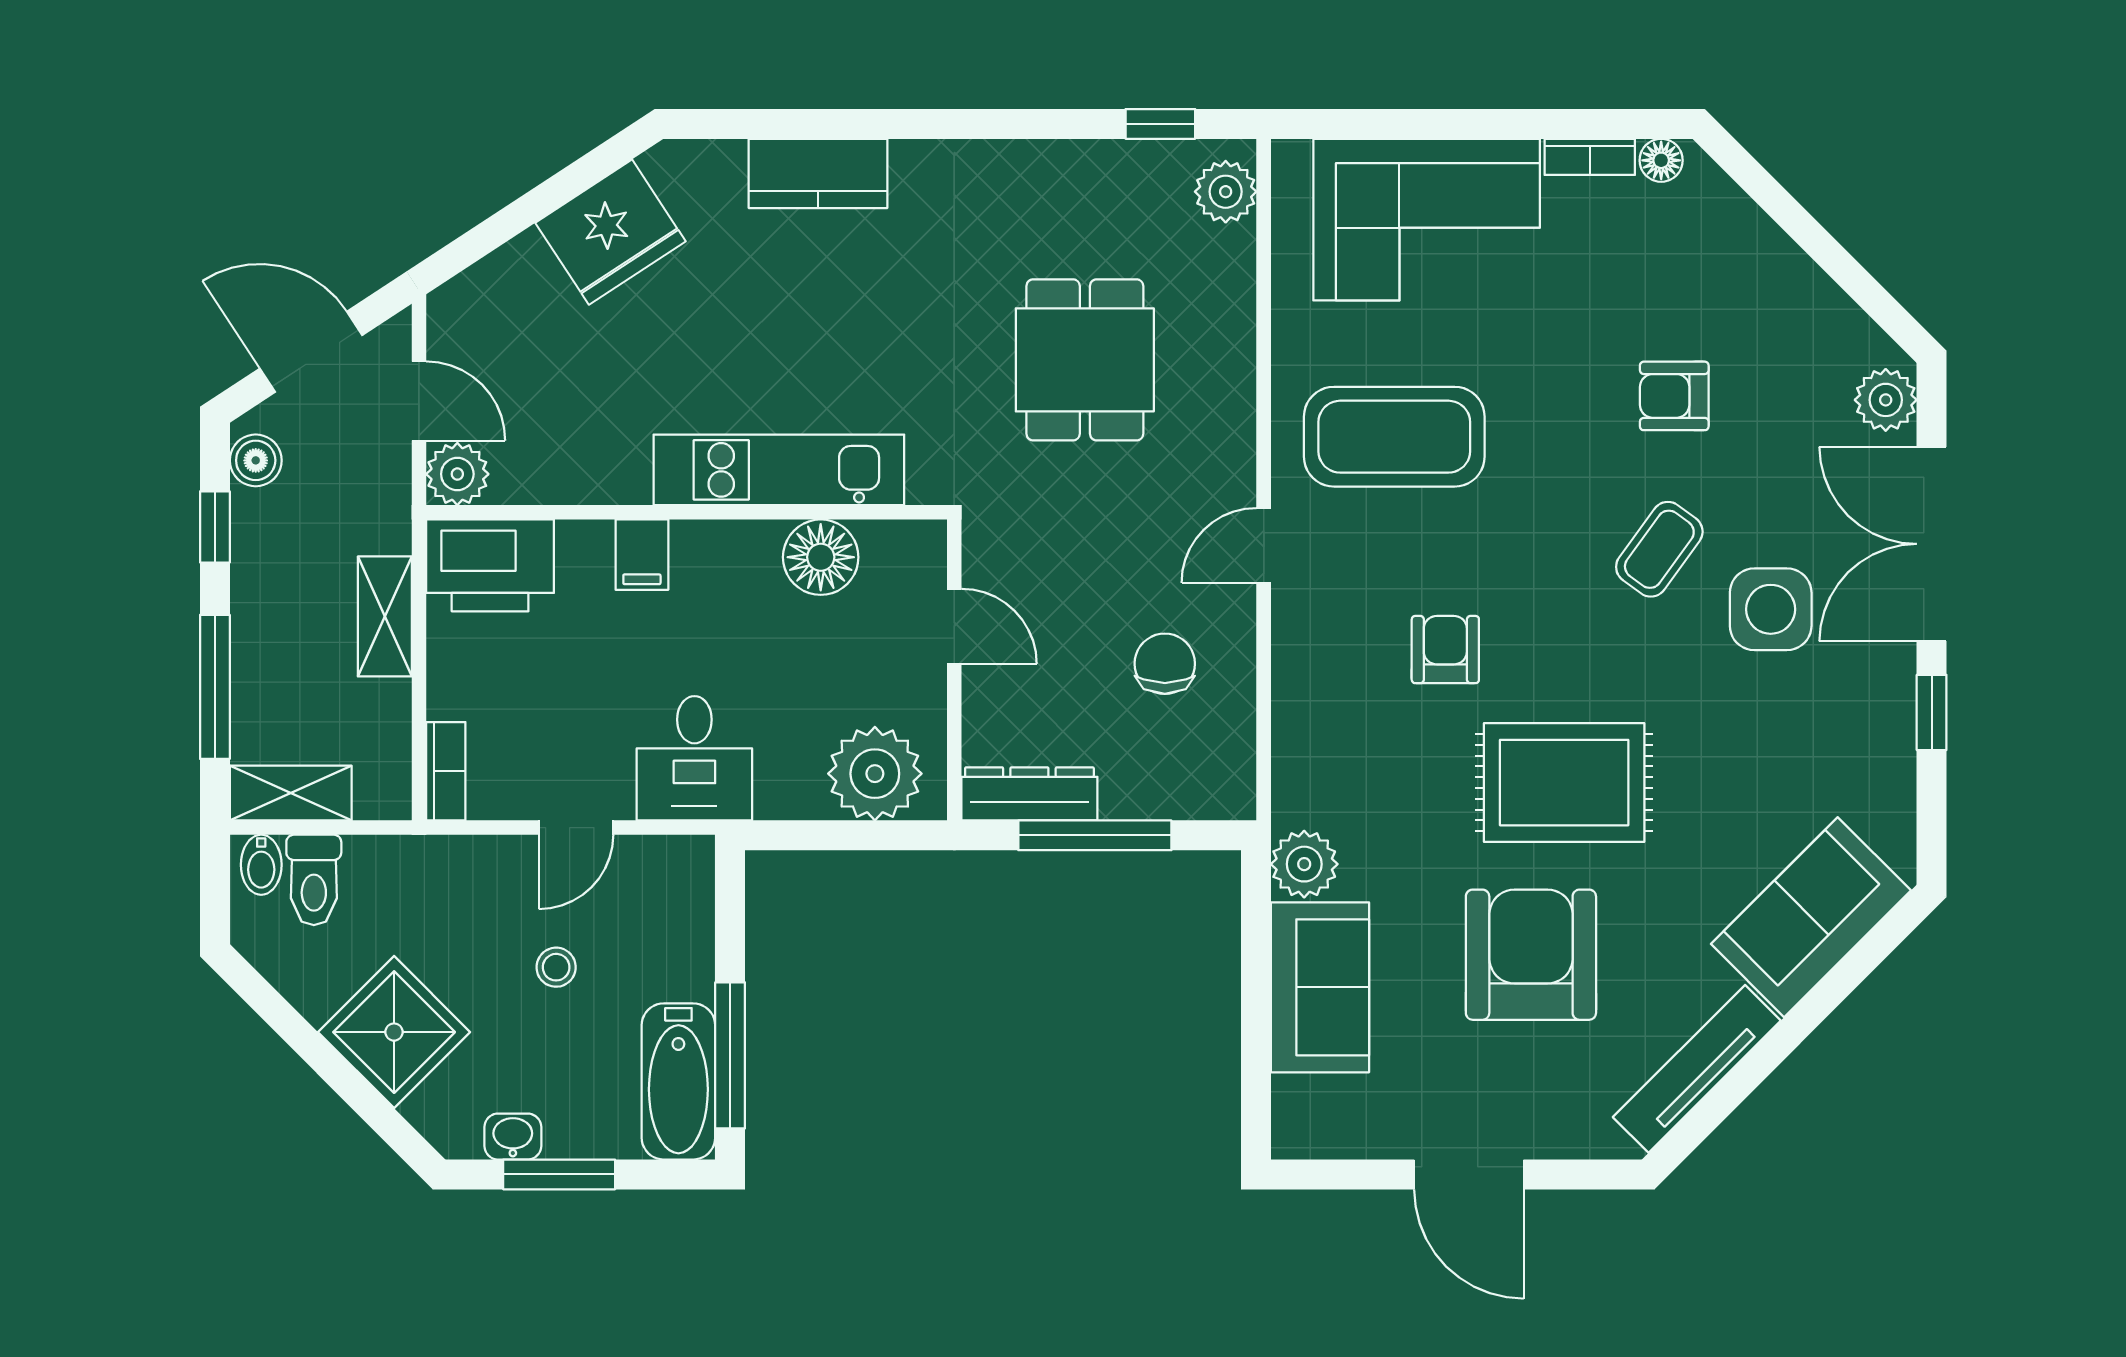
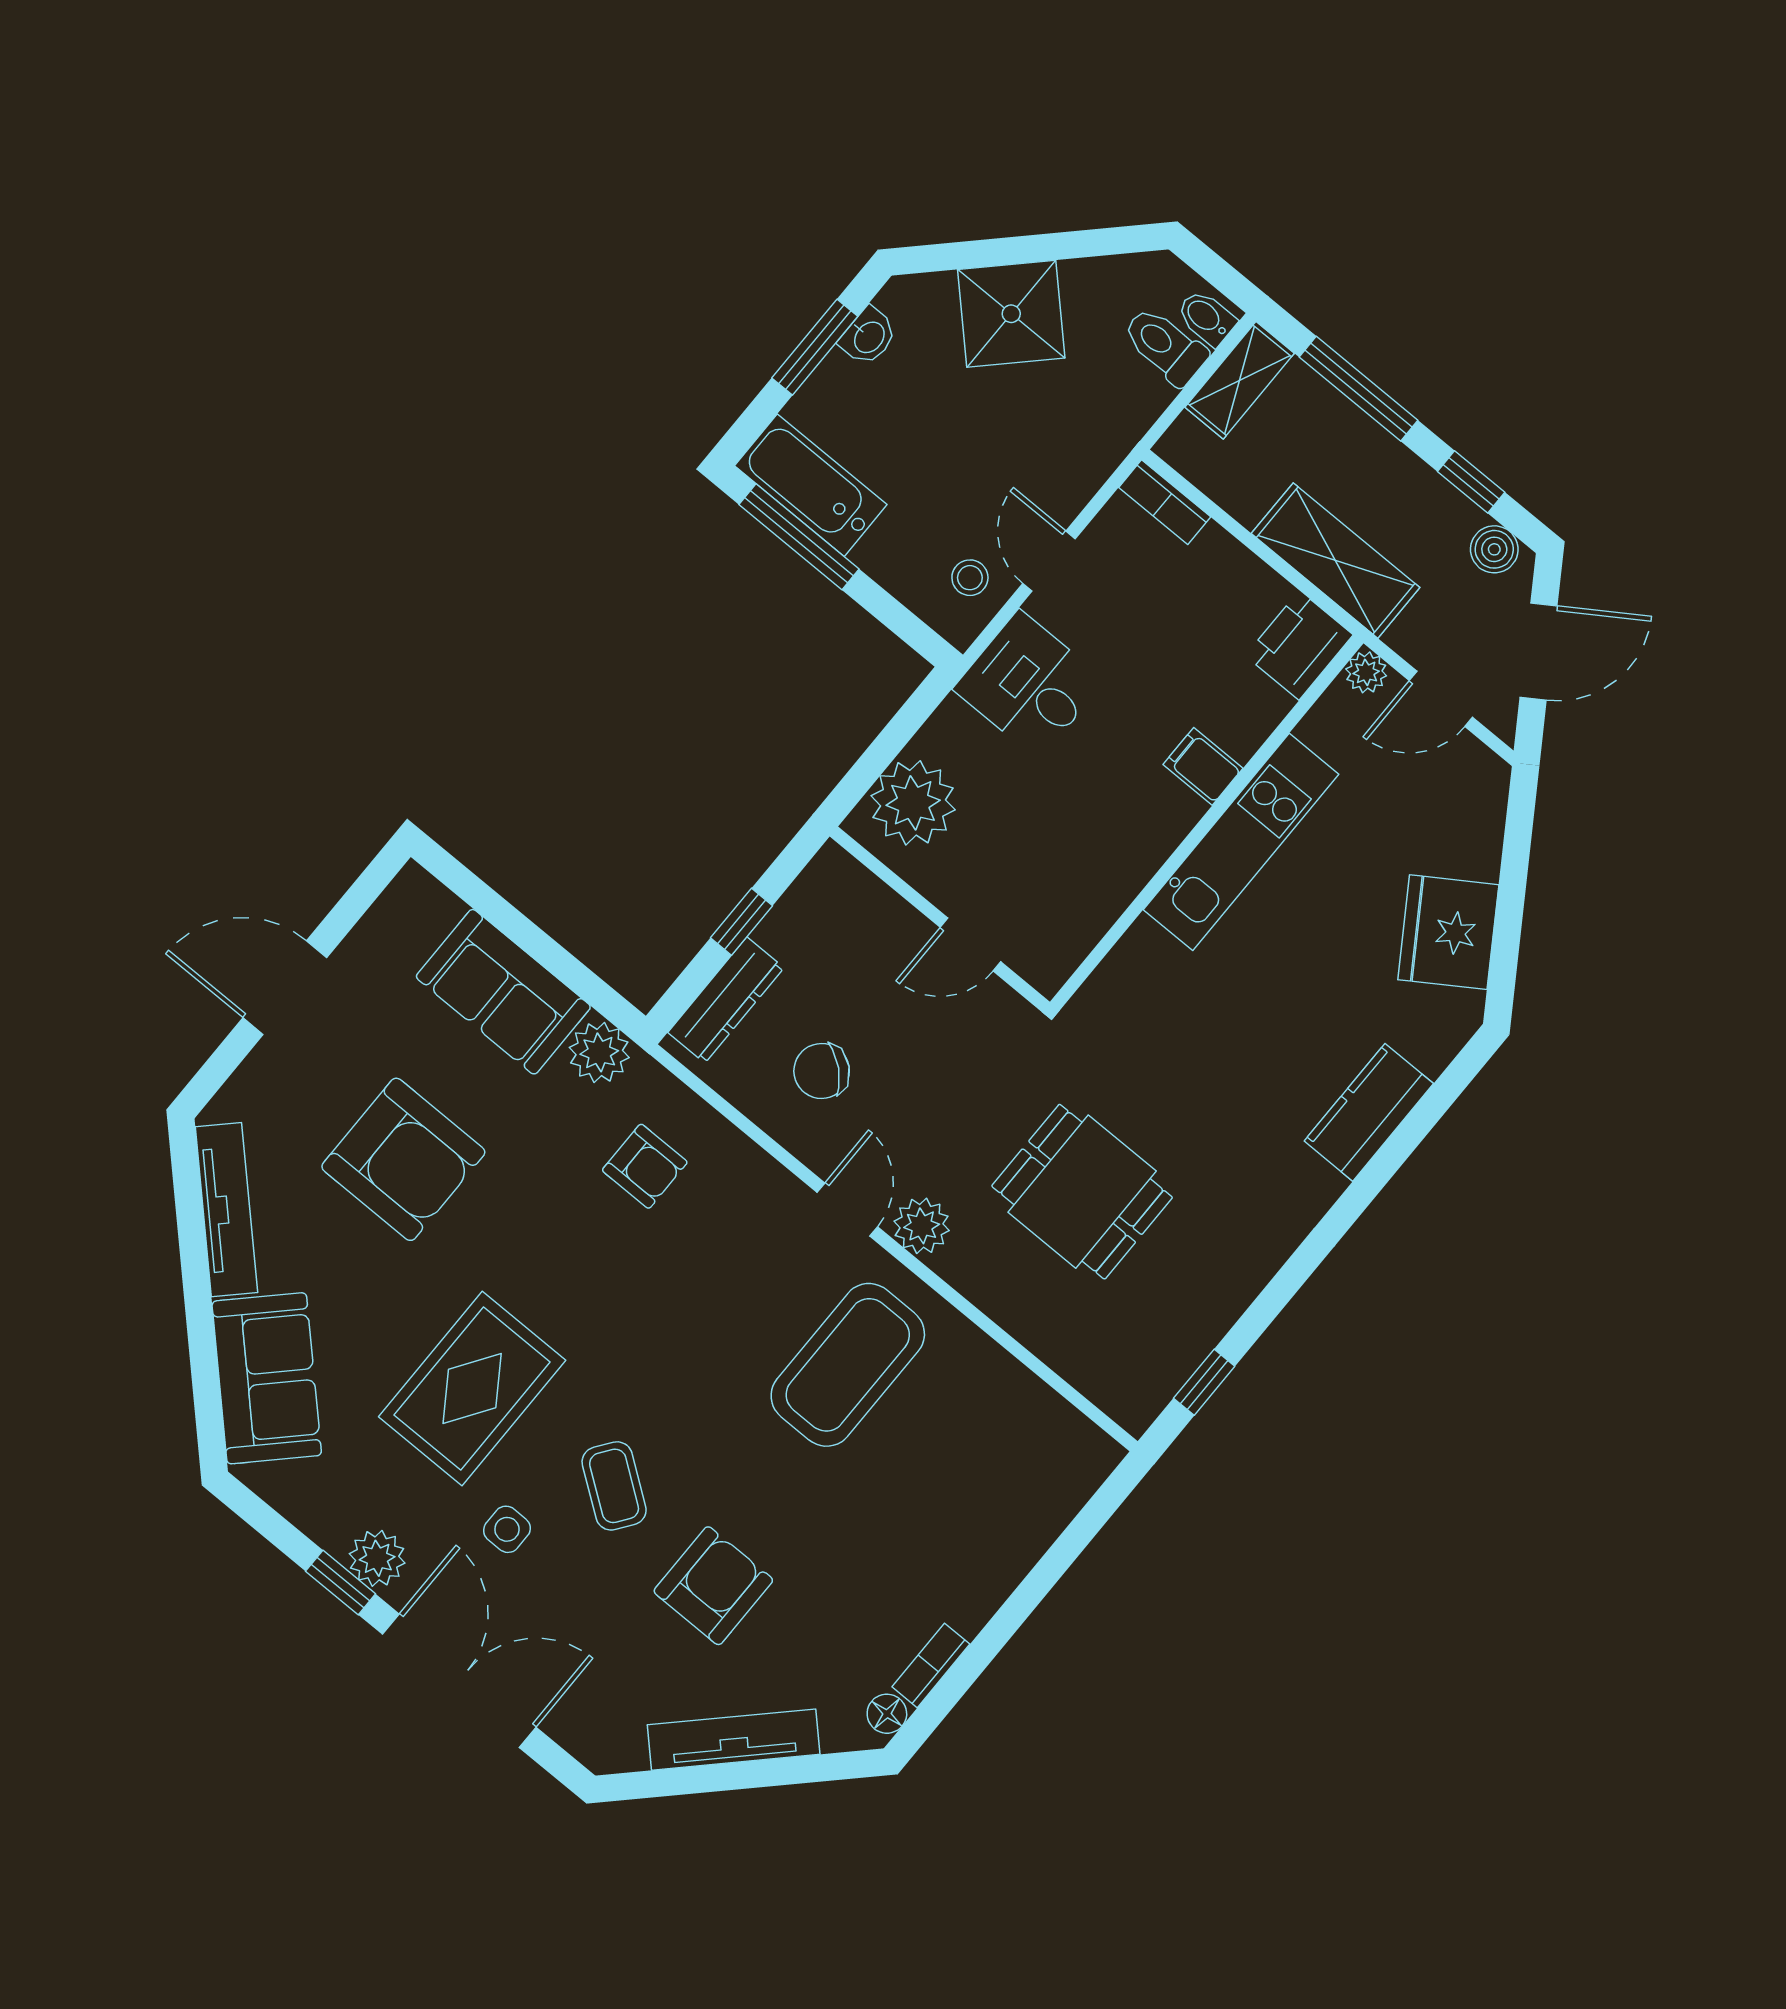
plant: (1226, 192) -> (922, 1226), moved
corner sofa: (1427, 220) -> (982, 1514), removed
tv unit: (1790, 271) -> (734, 1740), added
armchair: (1674, 396) -> (713, 1586), width x1.38, depth x1.38
plant: (1886, 400) -> (377, 1558), moved
kitchen unit: (779, 470) -> (1241, 842), moved
plant: (457, 474) -> (1366, 672), width x0.73, depth x0.73
floor lamp: (821, 557) -> (1097, 891), removed
printer: (490, 565) -> (1299, 645), width x0.73, depth x0.84
side table: (1771, 609) -> (507, 1529), width x0.54, depth x0.54
shelving: (385, 616) -> (1336, 561), width x1.50, depth x1.33
armchair: (1445, 650) -> (645, 1166), moved
chair: (1165, 664) -> (822, 1071), turned 131
rug: (1564, 783) -> (472, 1388), moved
dresser: (1029, 794) -> (726, 1000), moved
window: (1095, 835) -> (741, 922), width x0.46
stool: (556, 967) -> (970, 578), moved

